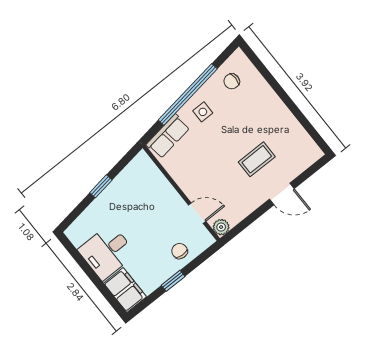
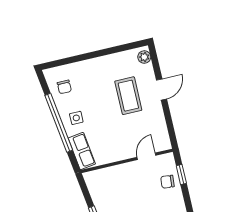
coffee table: (257, 159) -> (128, 96), width x1.36, depth x1.30
plant: (221, 227) -> (144, 57), moved
window: (173, 281) -> (181, 174), moved

